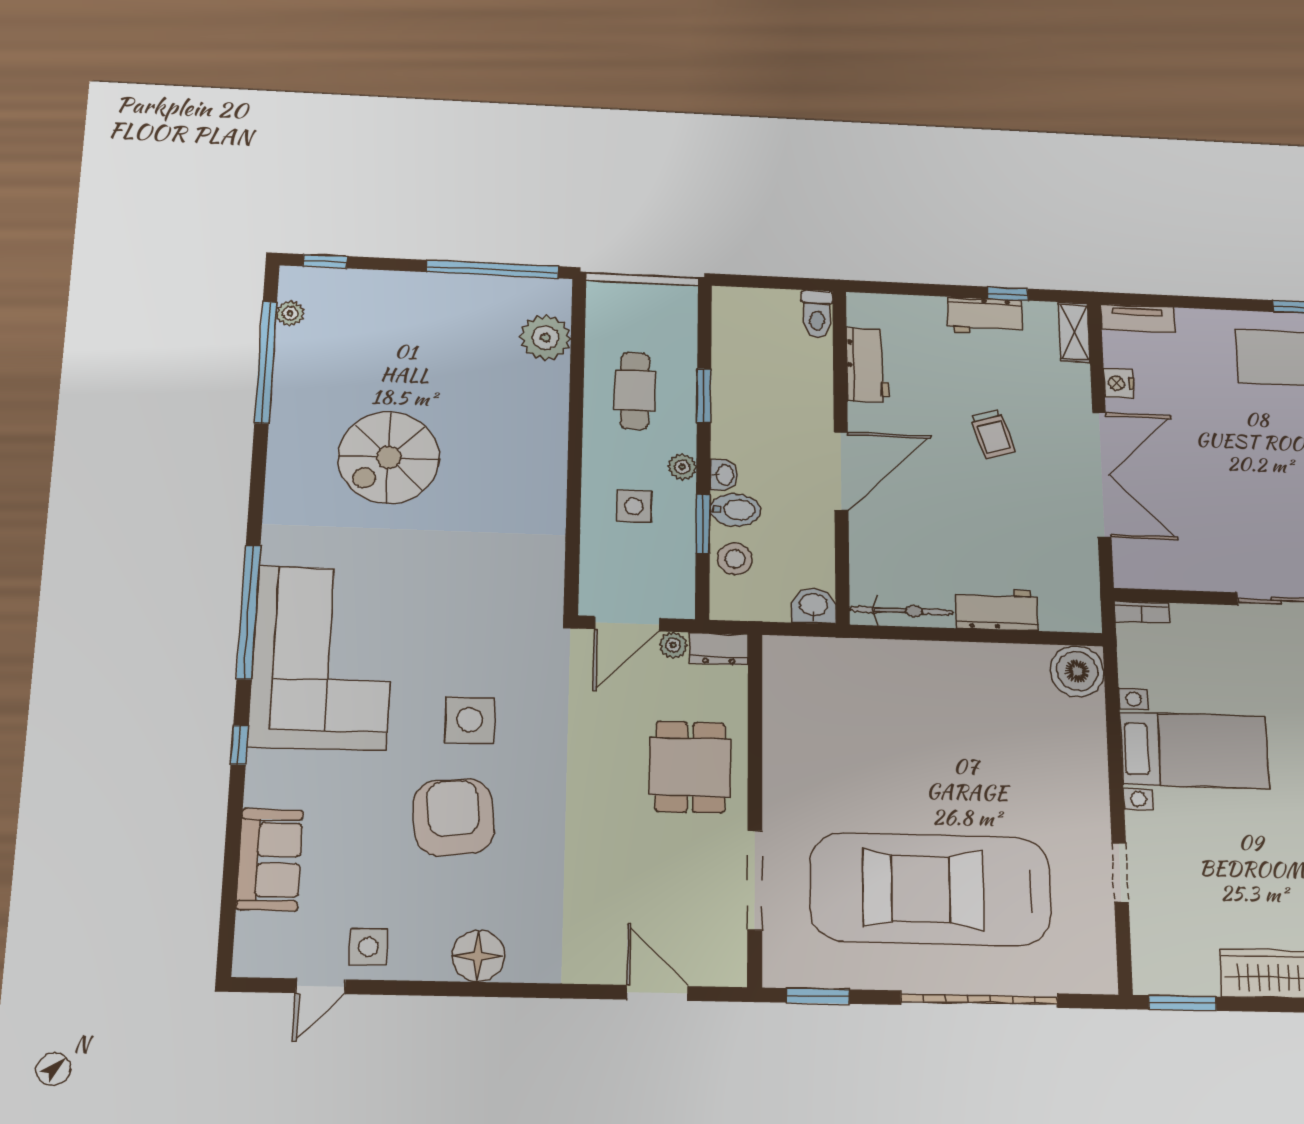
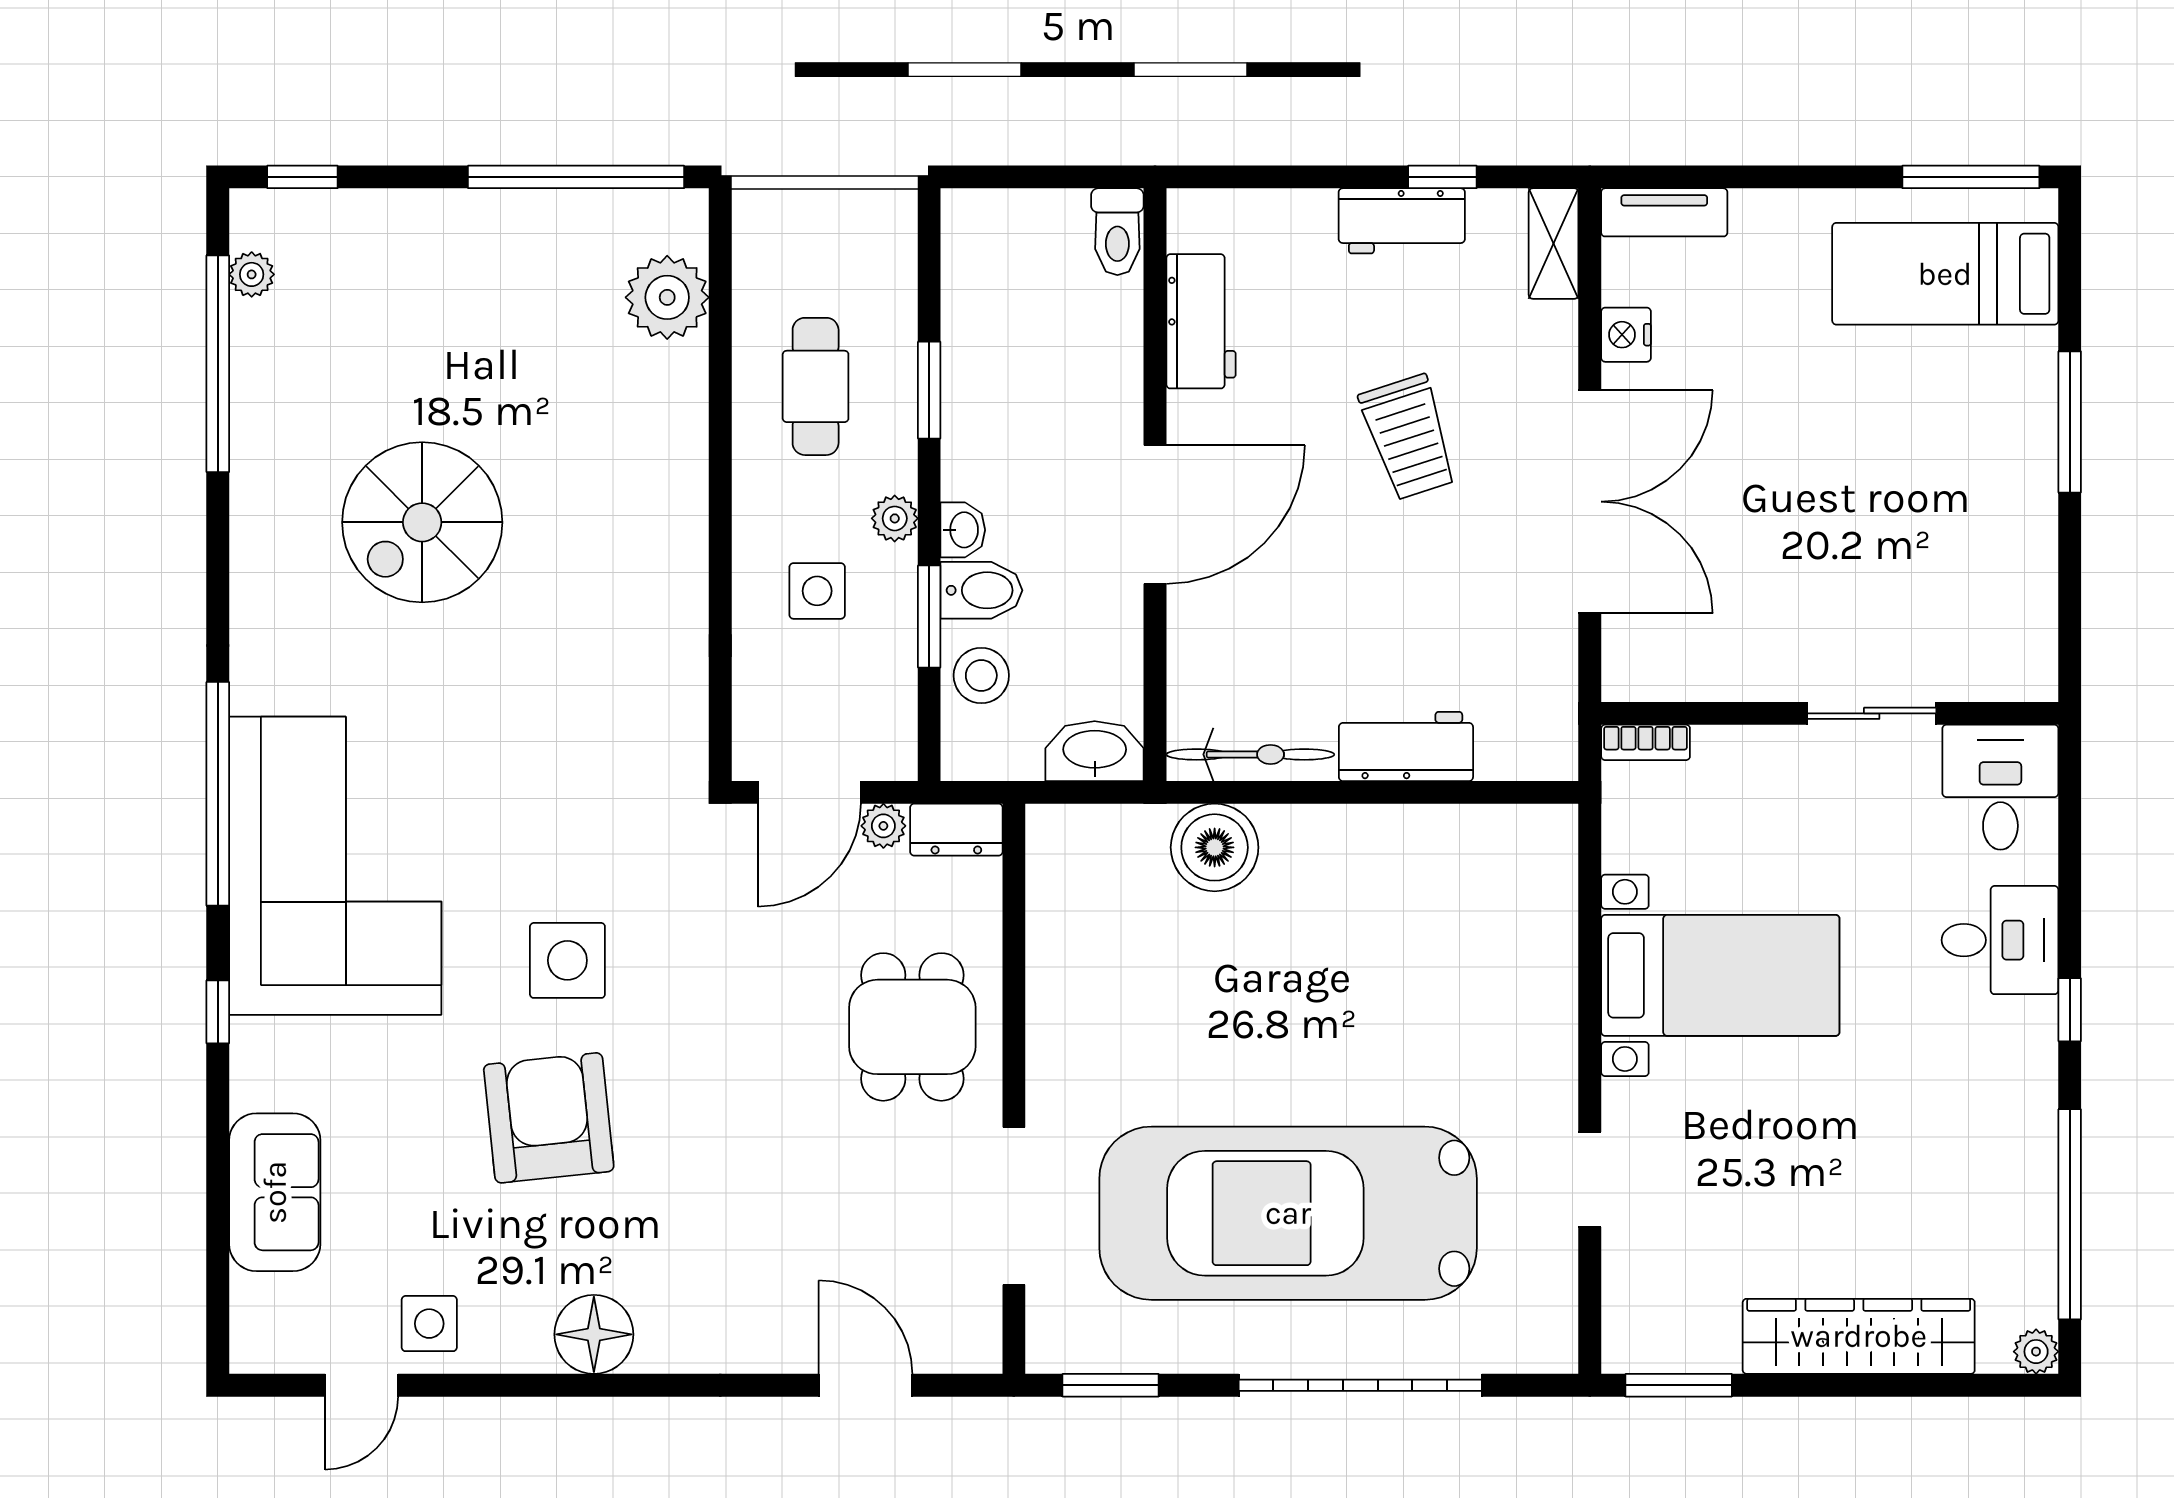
trolley: (993, 434) -> (1409, 437), width x1.36, depth x1.39
washbasin: (814, 606) -> (1095, 751), width x1.38
boiler: (1077, 671) -> (1215, 847), moved

